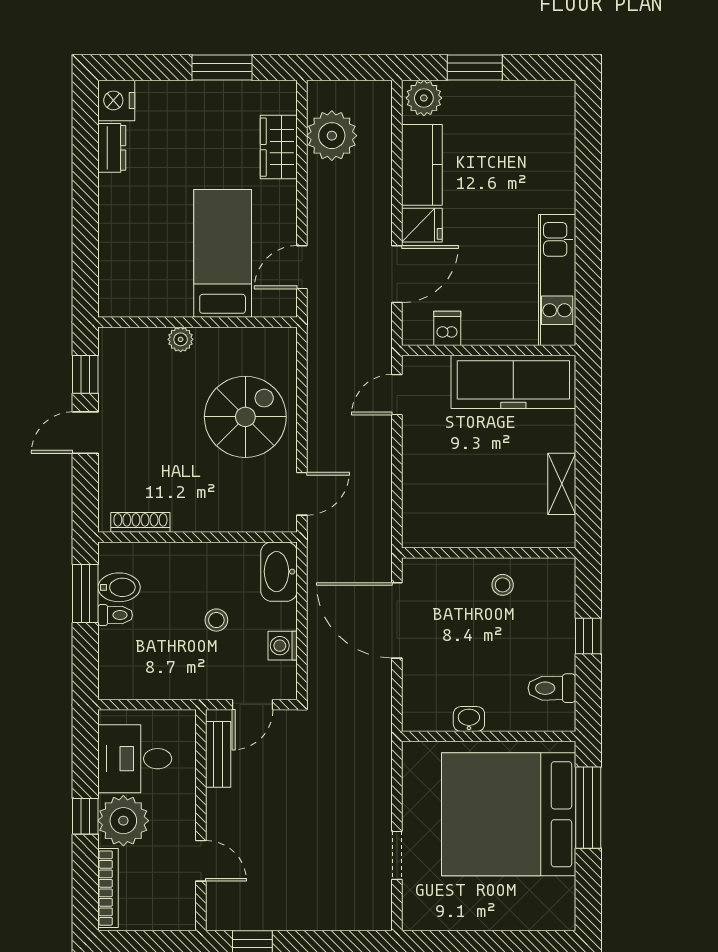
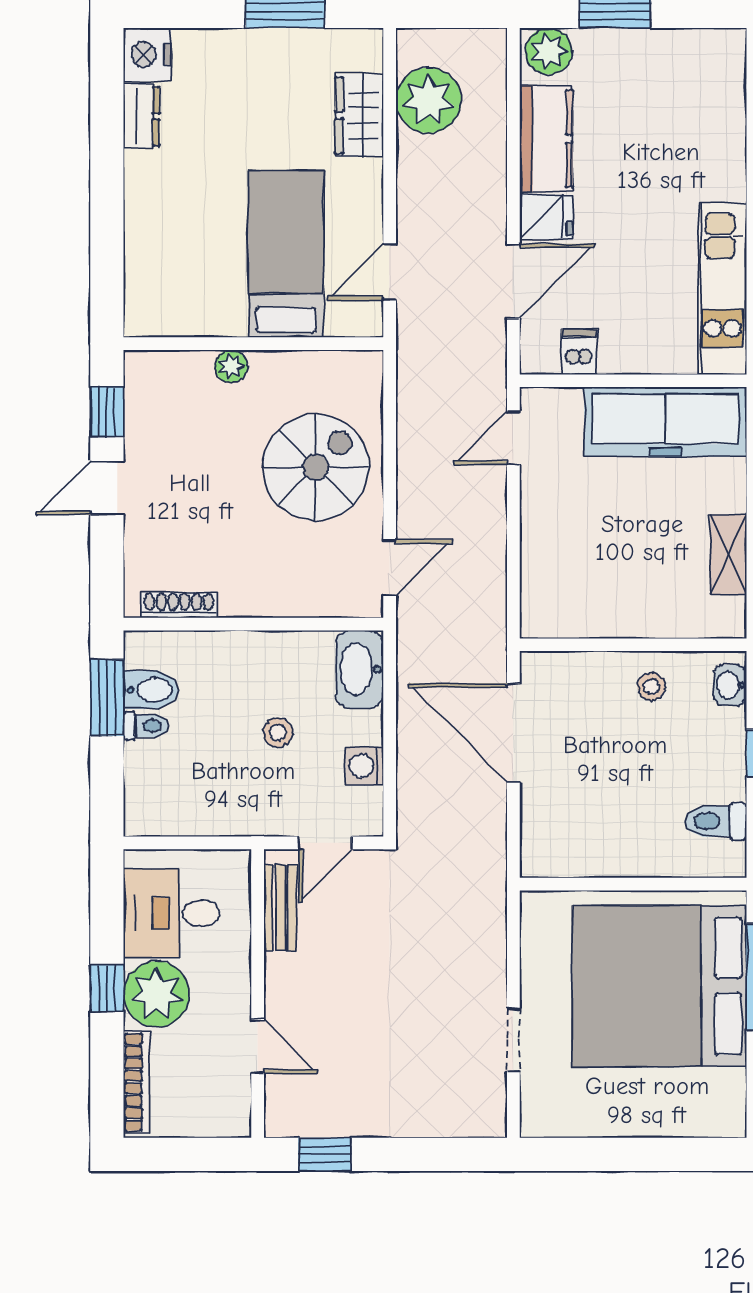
washbasin: (469, 719) -> (730, 685), moved, turned -90

